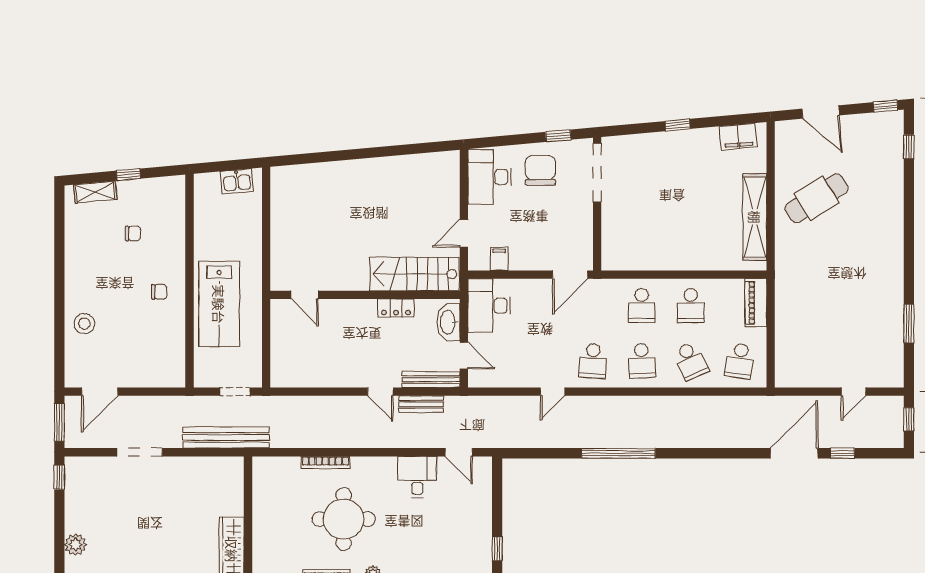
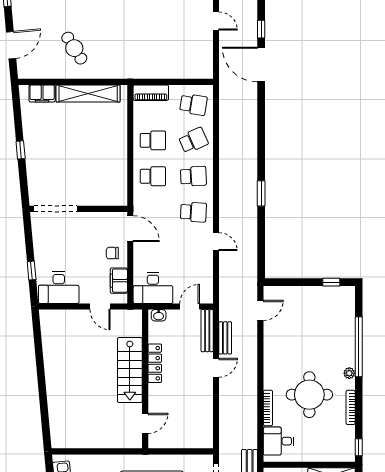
window: (558, 136) -> (32, 271), moved
filing cabinet: (738, 136) -> (42, 93), moved, turned 95
chair: (540, 170) -> (112, 253), moved, width x0.54, depth x0.54
cafe table: (817, 198) -> (74, 48), width x0.73, depth x0.74
filing cabinet: (499, 259) -> (119, 281), width x2.00
stairs: (414, 274) -> (130, 370), moved
locker: (396, 308) -> (155, 363), width x1.53
washbasin: (448, 322) -> (159, 315), width x0.52, depth x0.69
window: (618, 453) -> (261, 193), width x0.47
desk: (417, 477) -> (279, 441), moved

